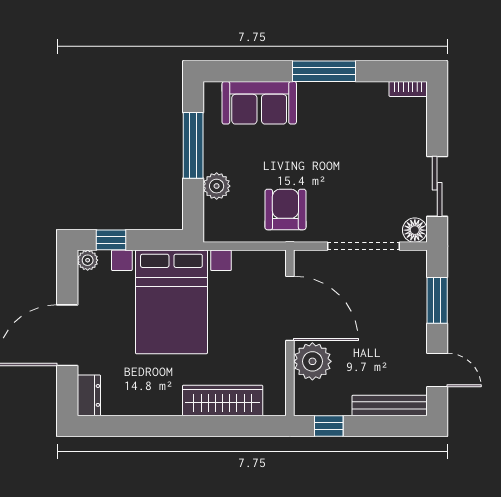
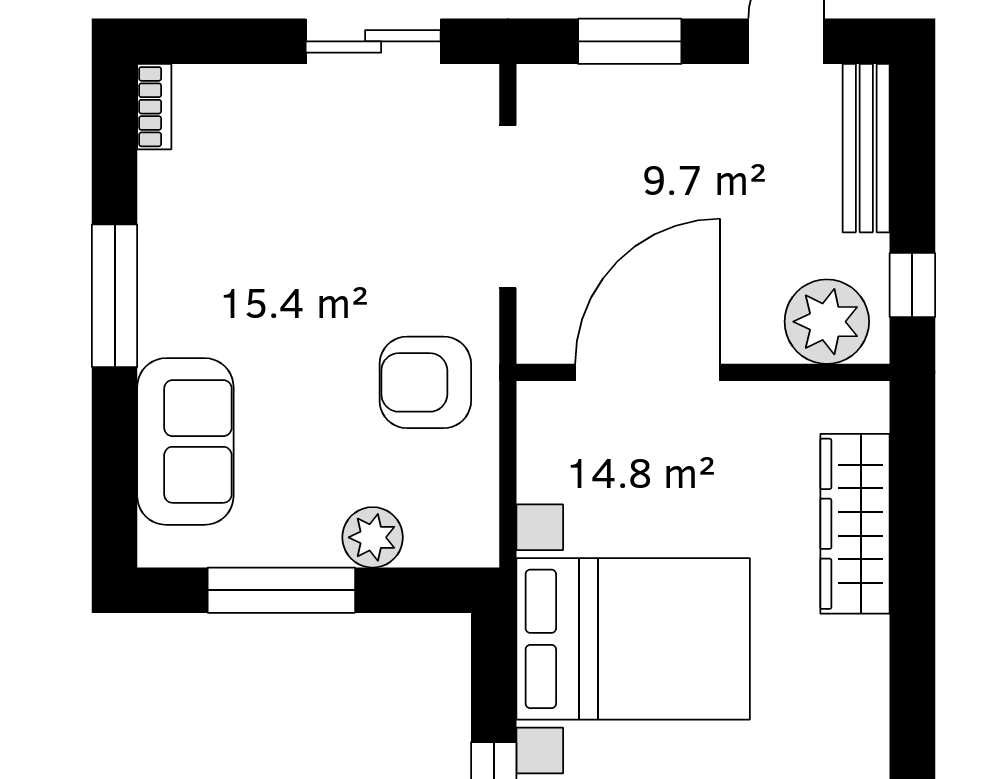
floor lamp: (415, 230) -> (472, 92), removed
plant: (312, 361) -> (827, 322), moved

